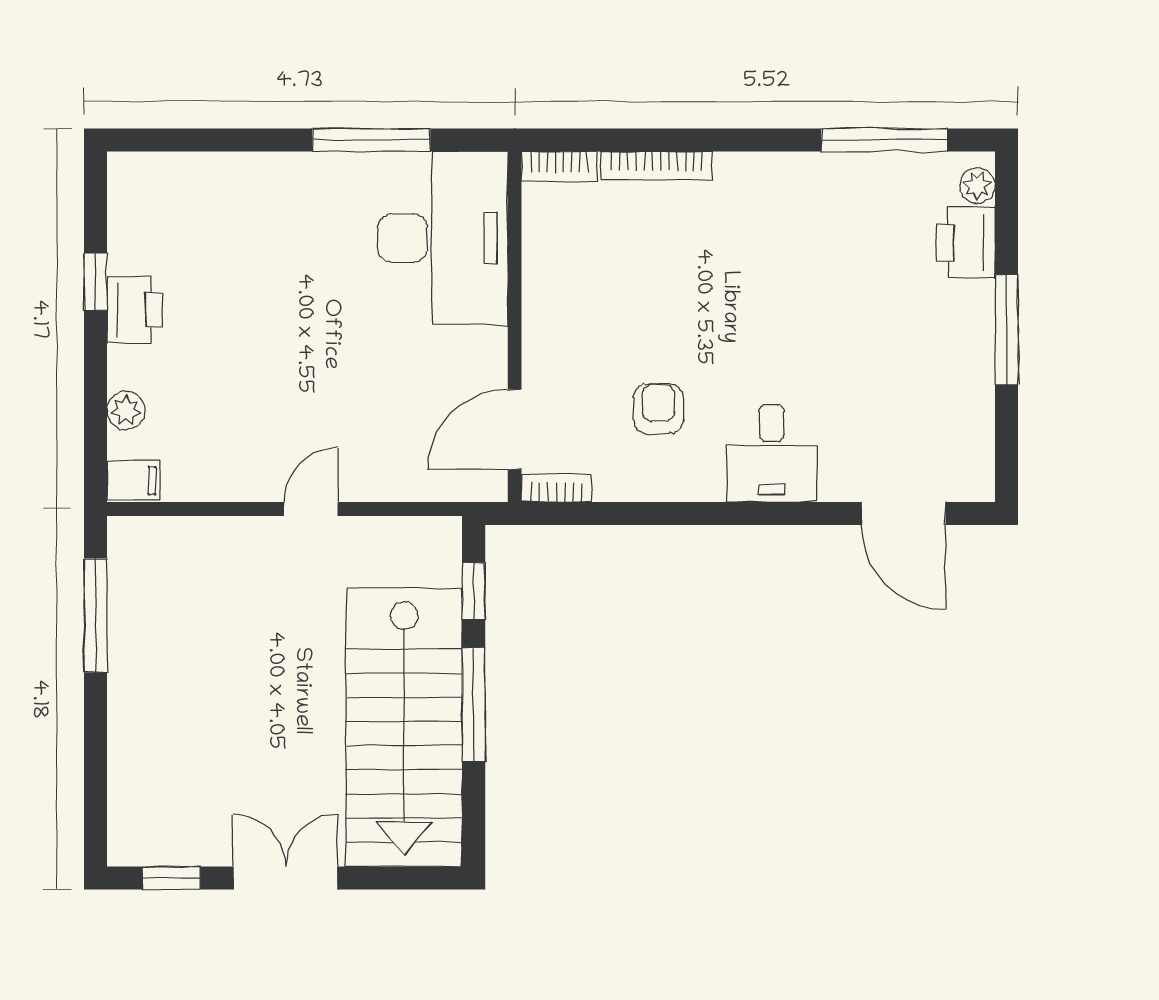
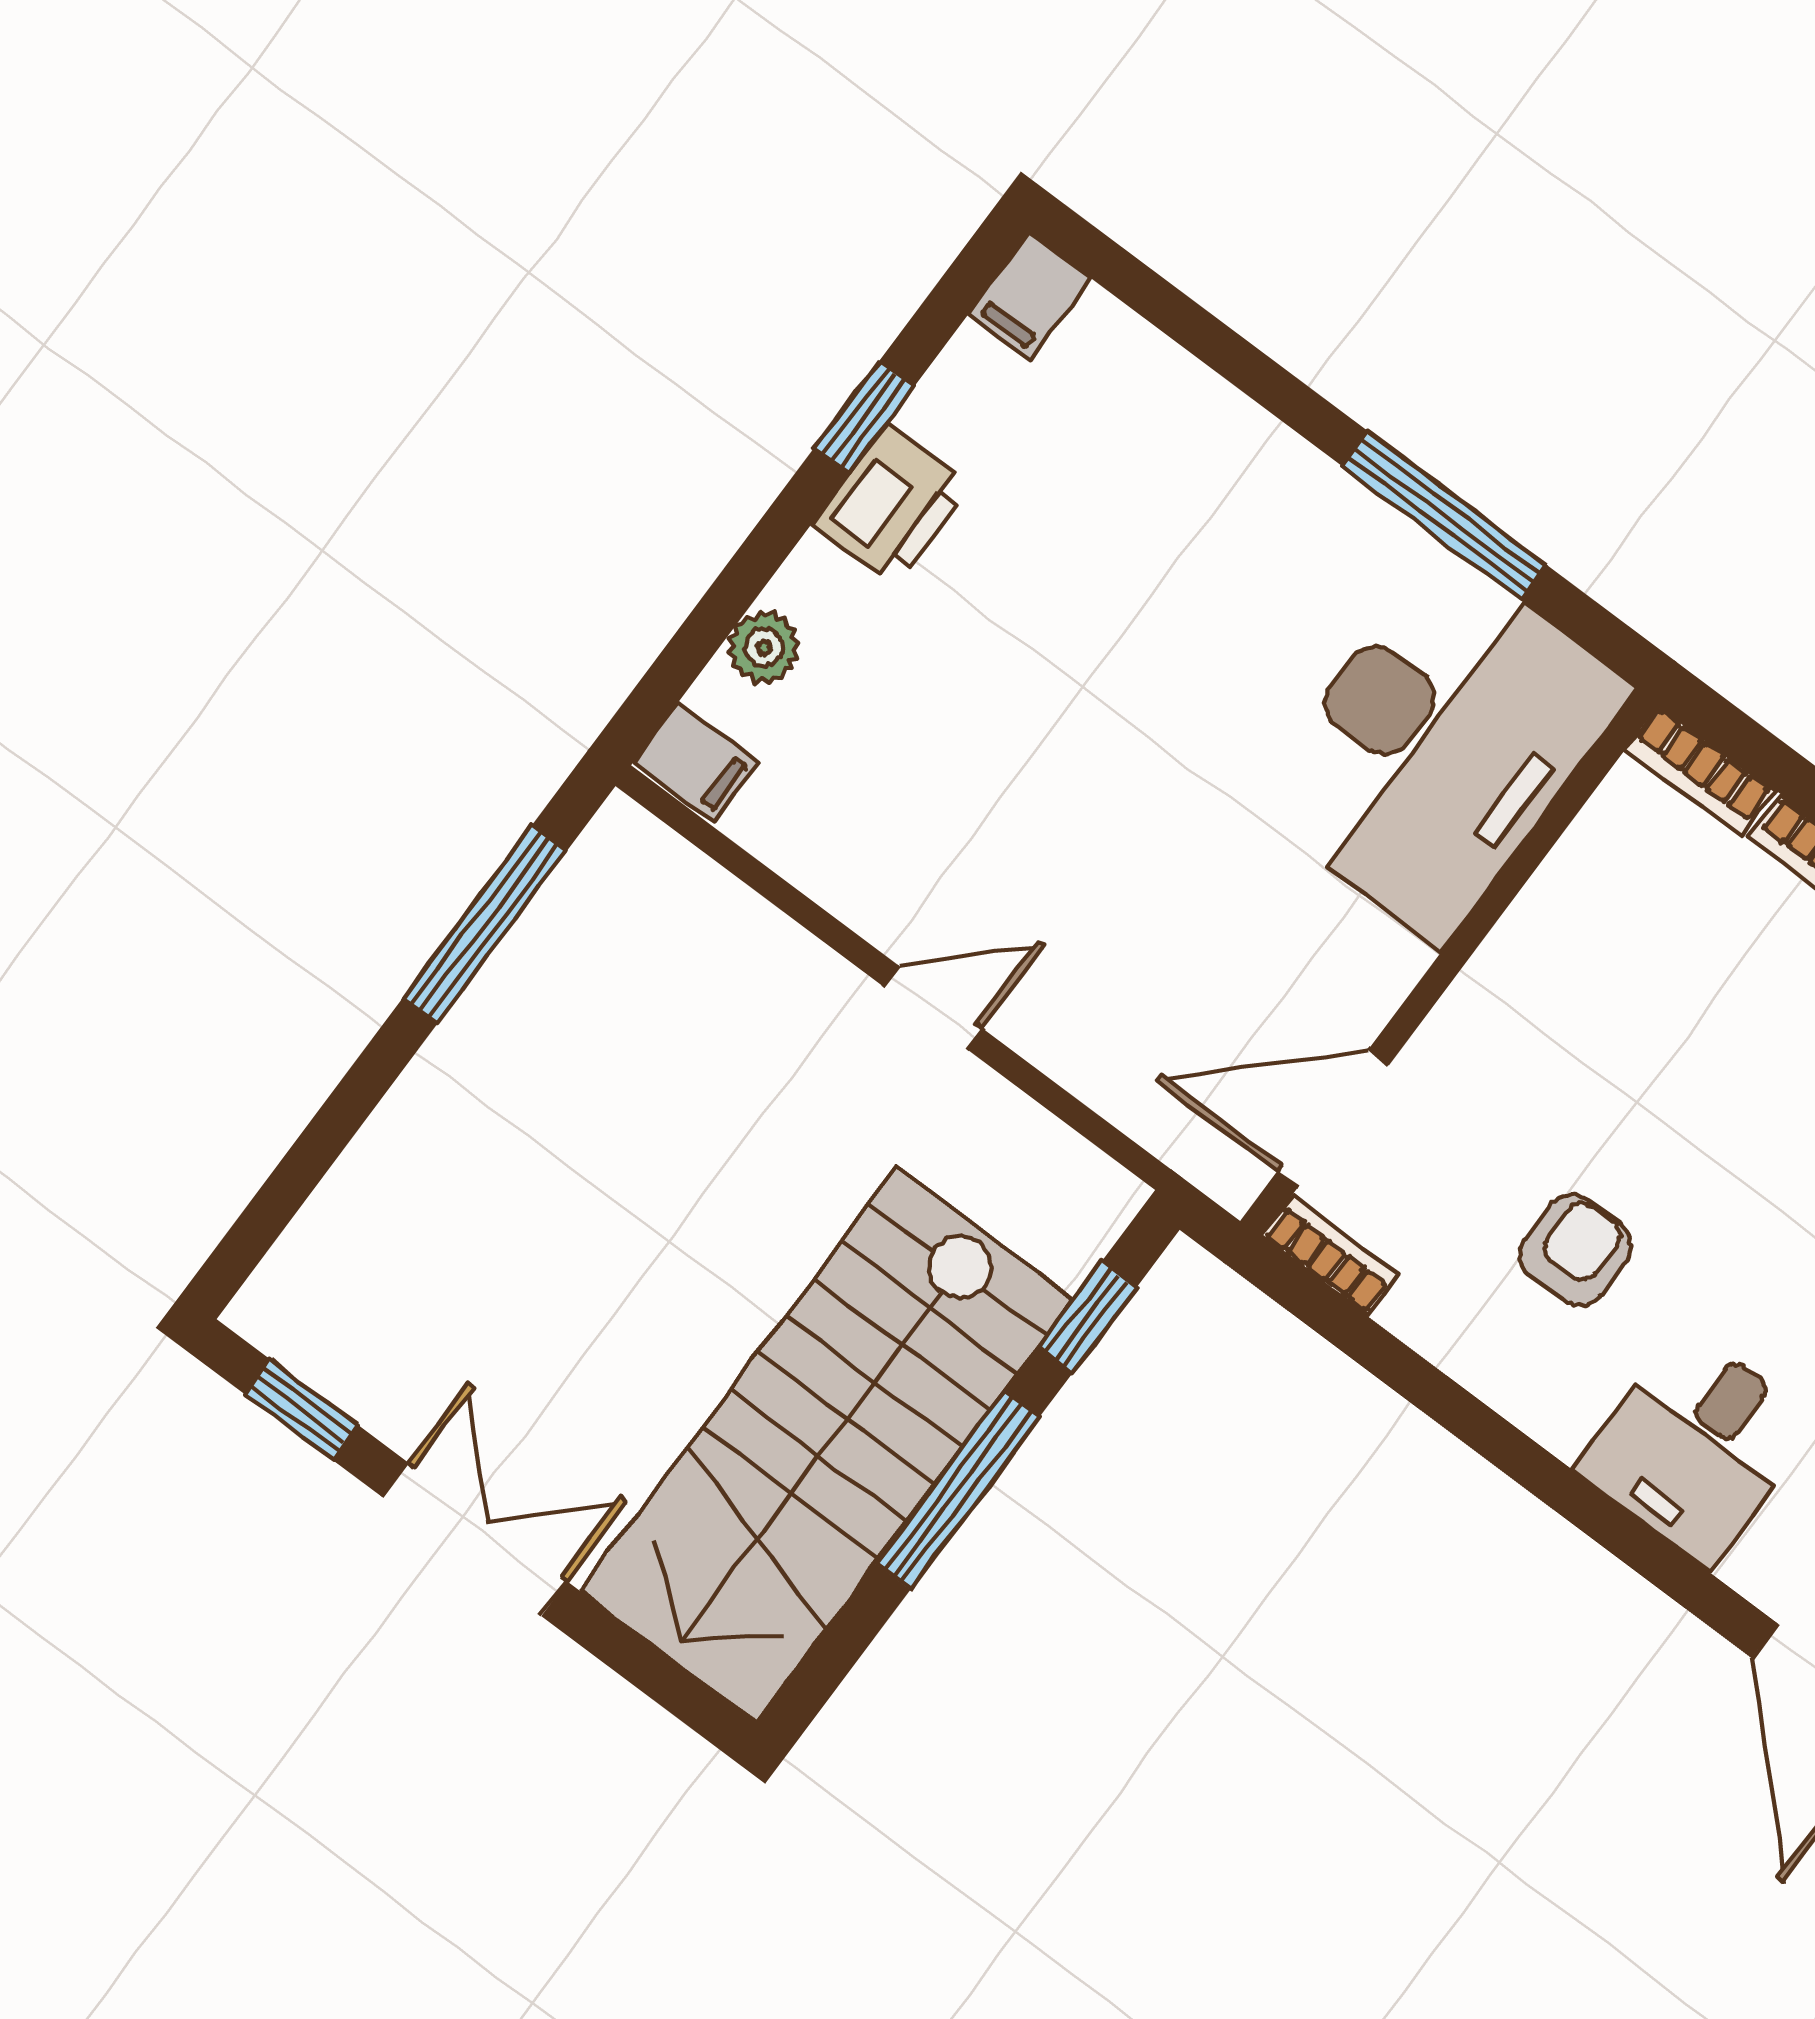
filing cabinet: (127, 178) -> (1030, 296), added

